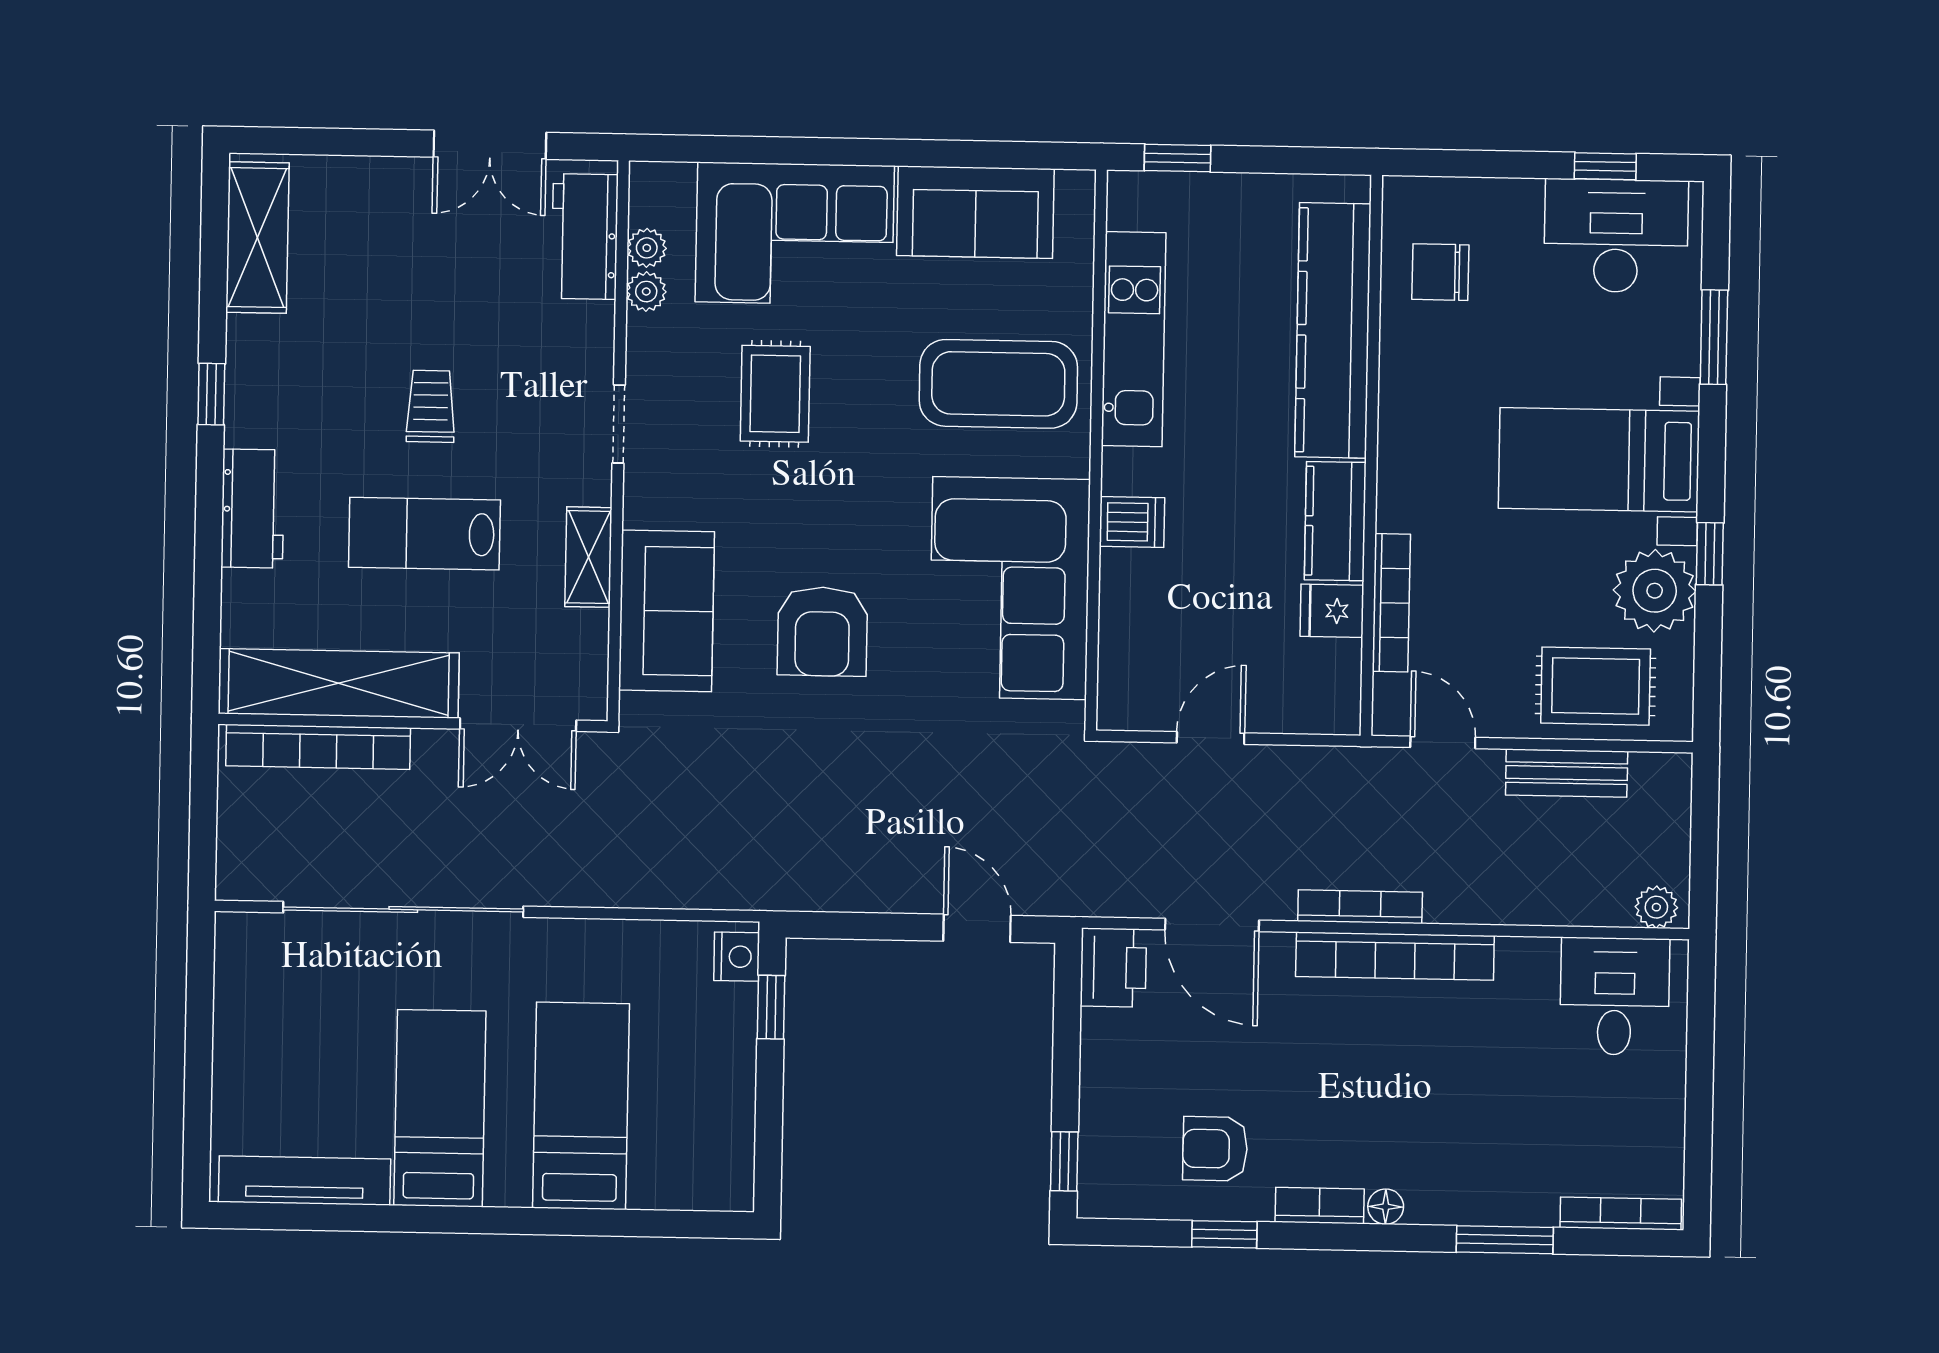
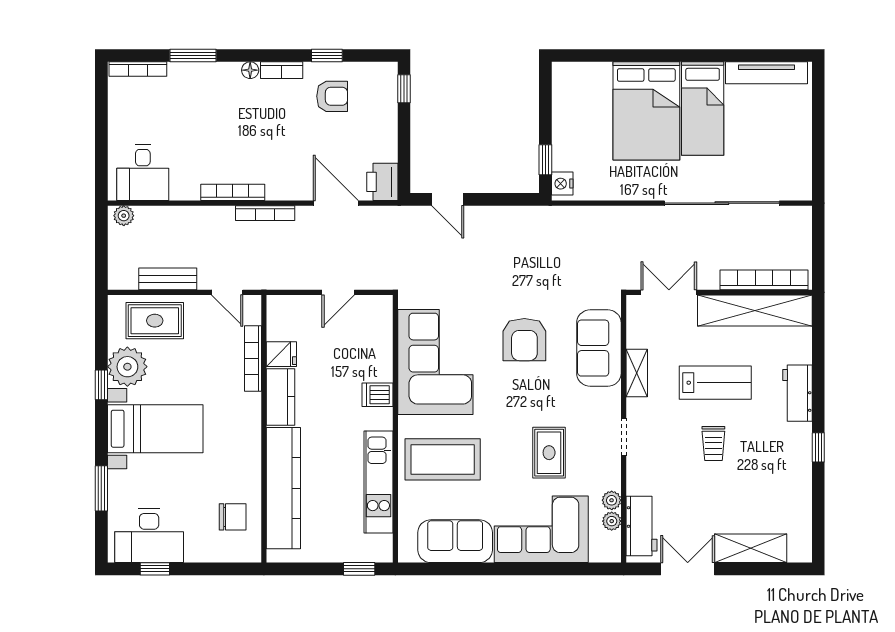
shelving: (257, 238) -> (751, 548), moved, turned 90
armchair: (822, 631) -> (524, 340), turned 180
bookcase: (1395, 956) -> (233, 192), width x0.68, depth x0.76
bed: (581, 1106) -> (646, 111), width x1.50

